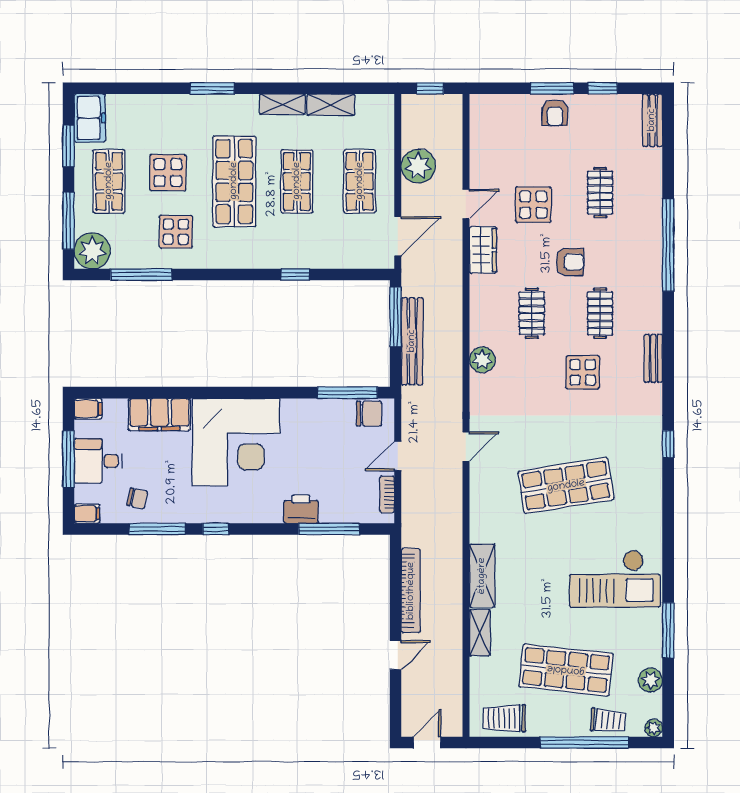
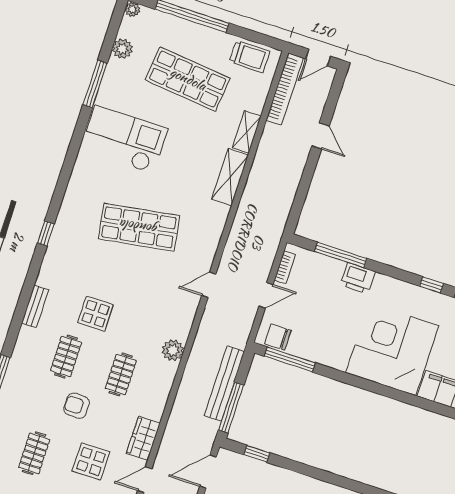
window: (295, 275) -> (257, 454), moved
bookcase: (411, 591) -> (285, 89), moved, turned 180
door: (396, 655) -> (320, 136), swing flipped
trolley: (608, 721) -> (167, 27), removed

